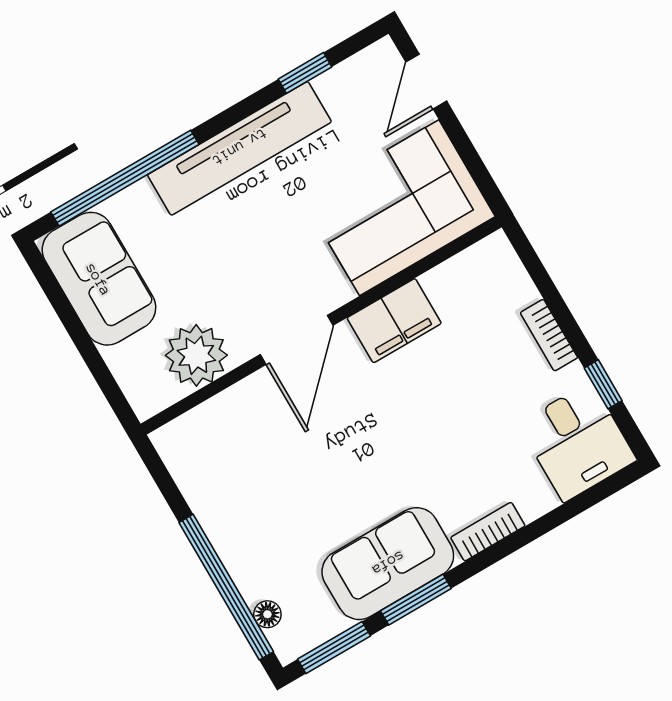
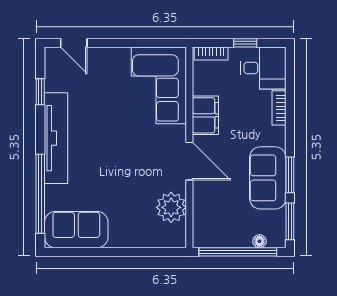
corner sofa: (399, 208) -> (159, 85), moved
filing cabinet: (394, 321) -> (205, 115), moved
wall: (321, 326) -> (189, 147), moved
door: (297, 340) -> (189, 161), moved
plant: (196, 355) -> (171, 207), moved
bookcase: (488, 532) -> (279, 108), moved

